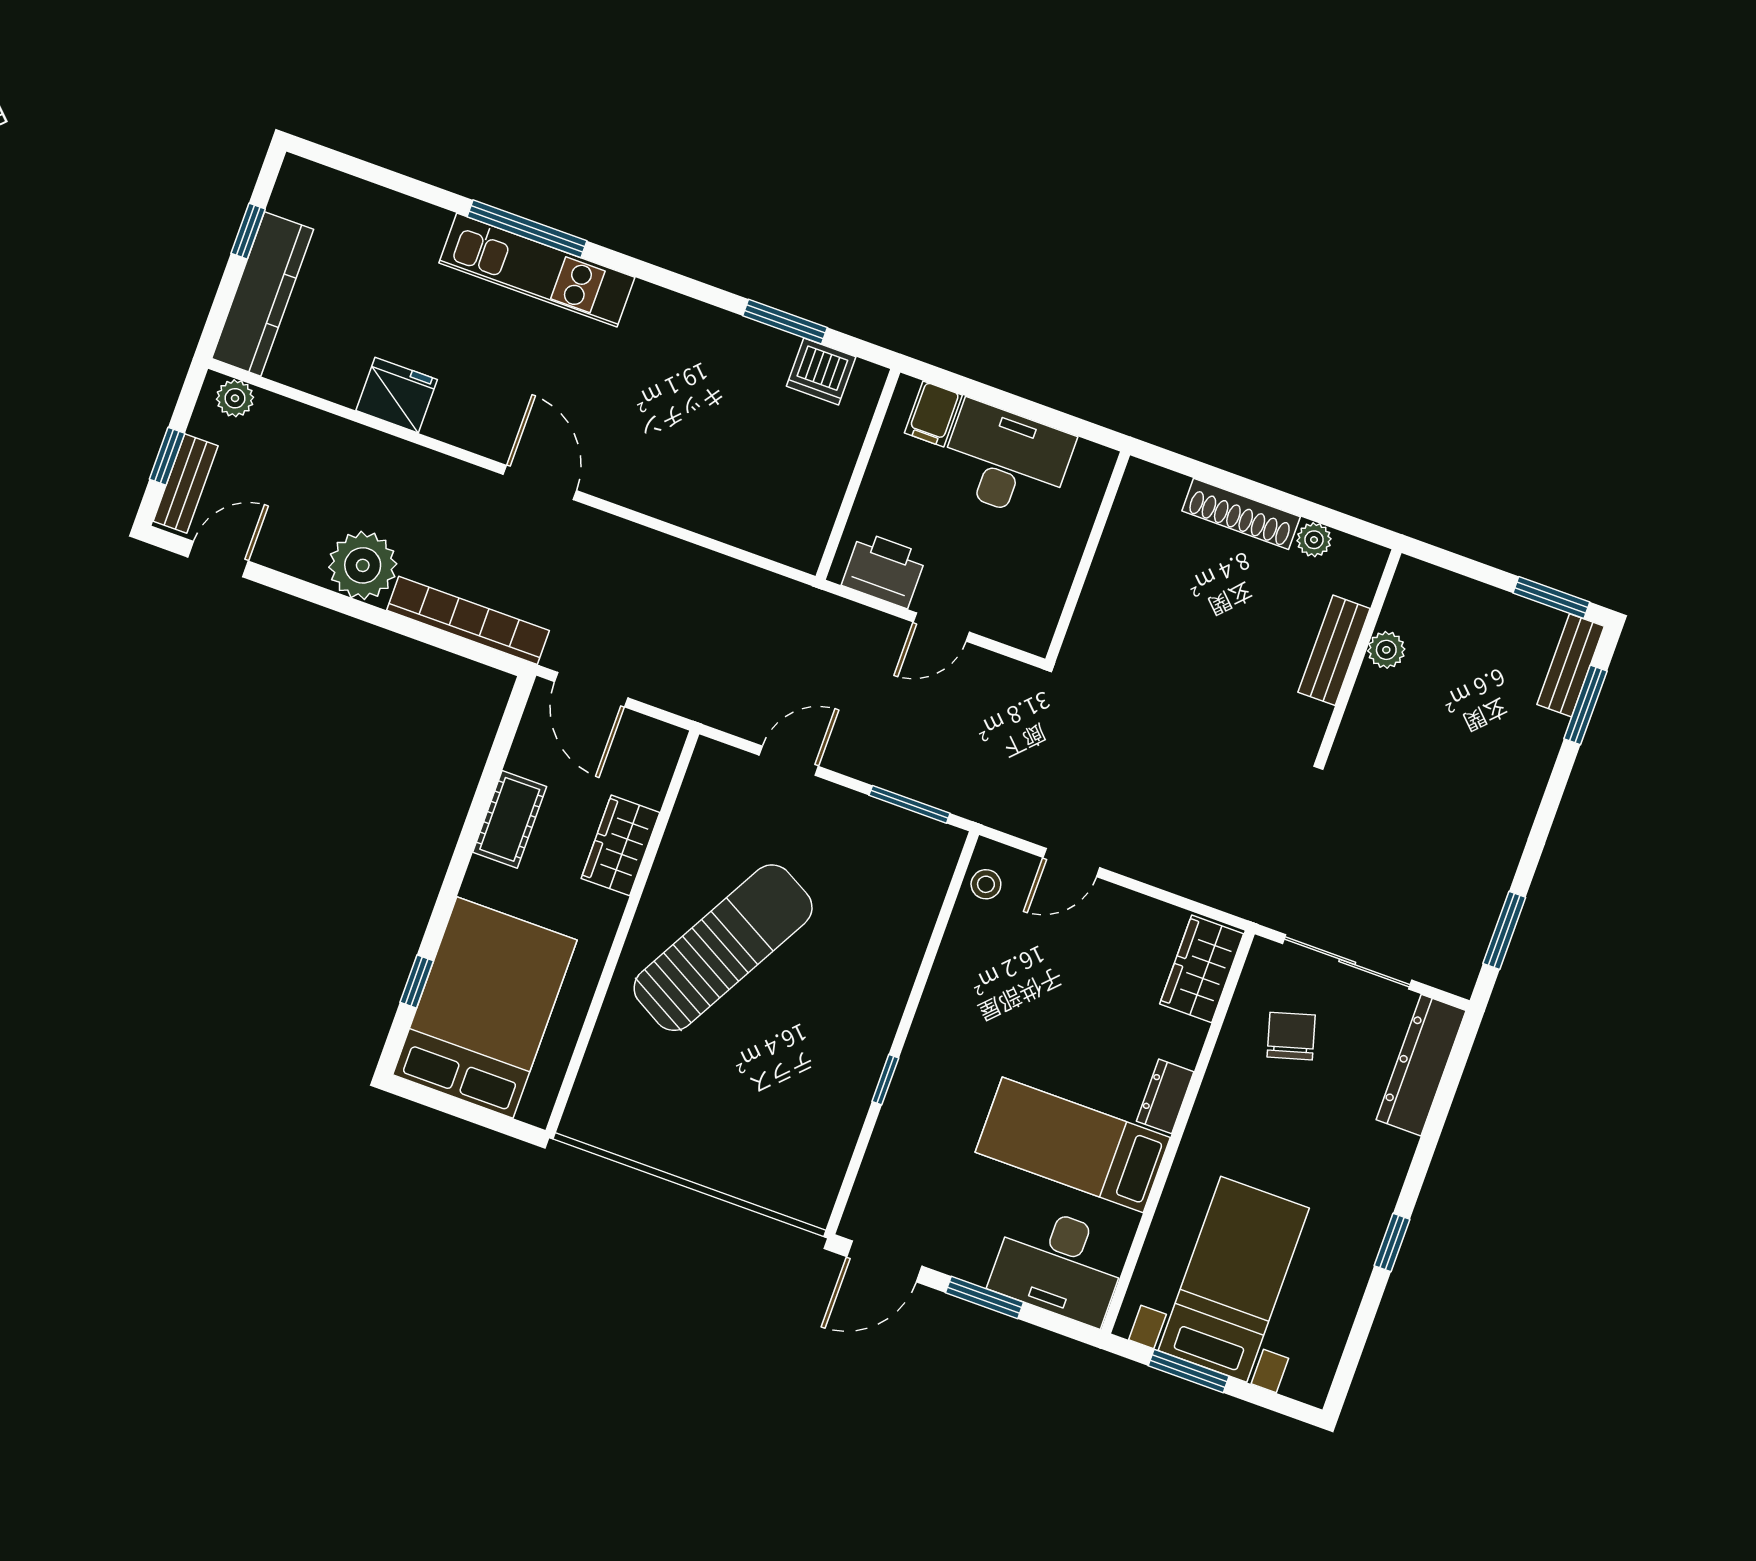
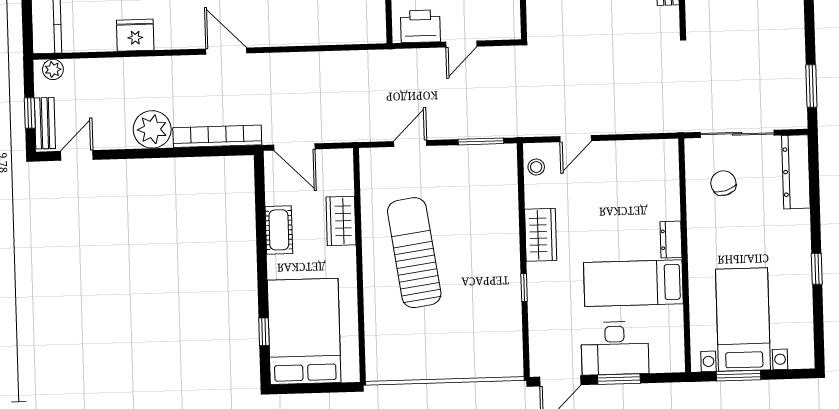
sun lounger: (723, 948) -> (414, 253), turned -37
wardrobe: (1202, 969) -> (541, 235), moved, turned 180
desk: (1059, 1264) -> (615, 348), moved

